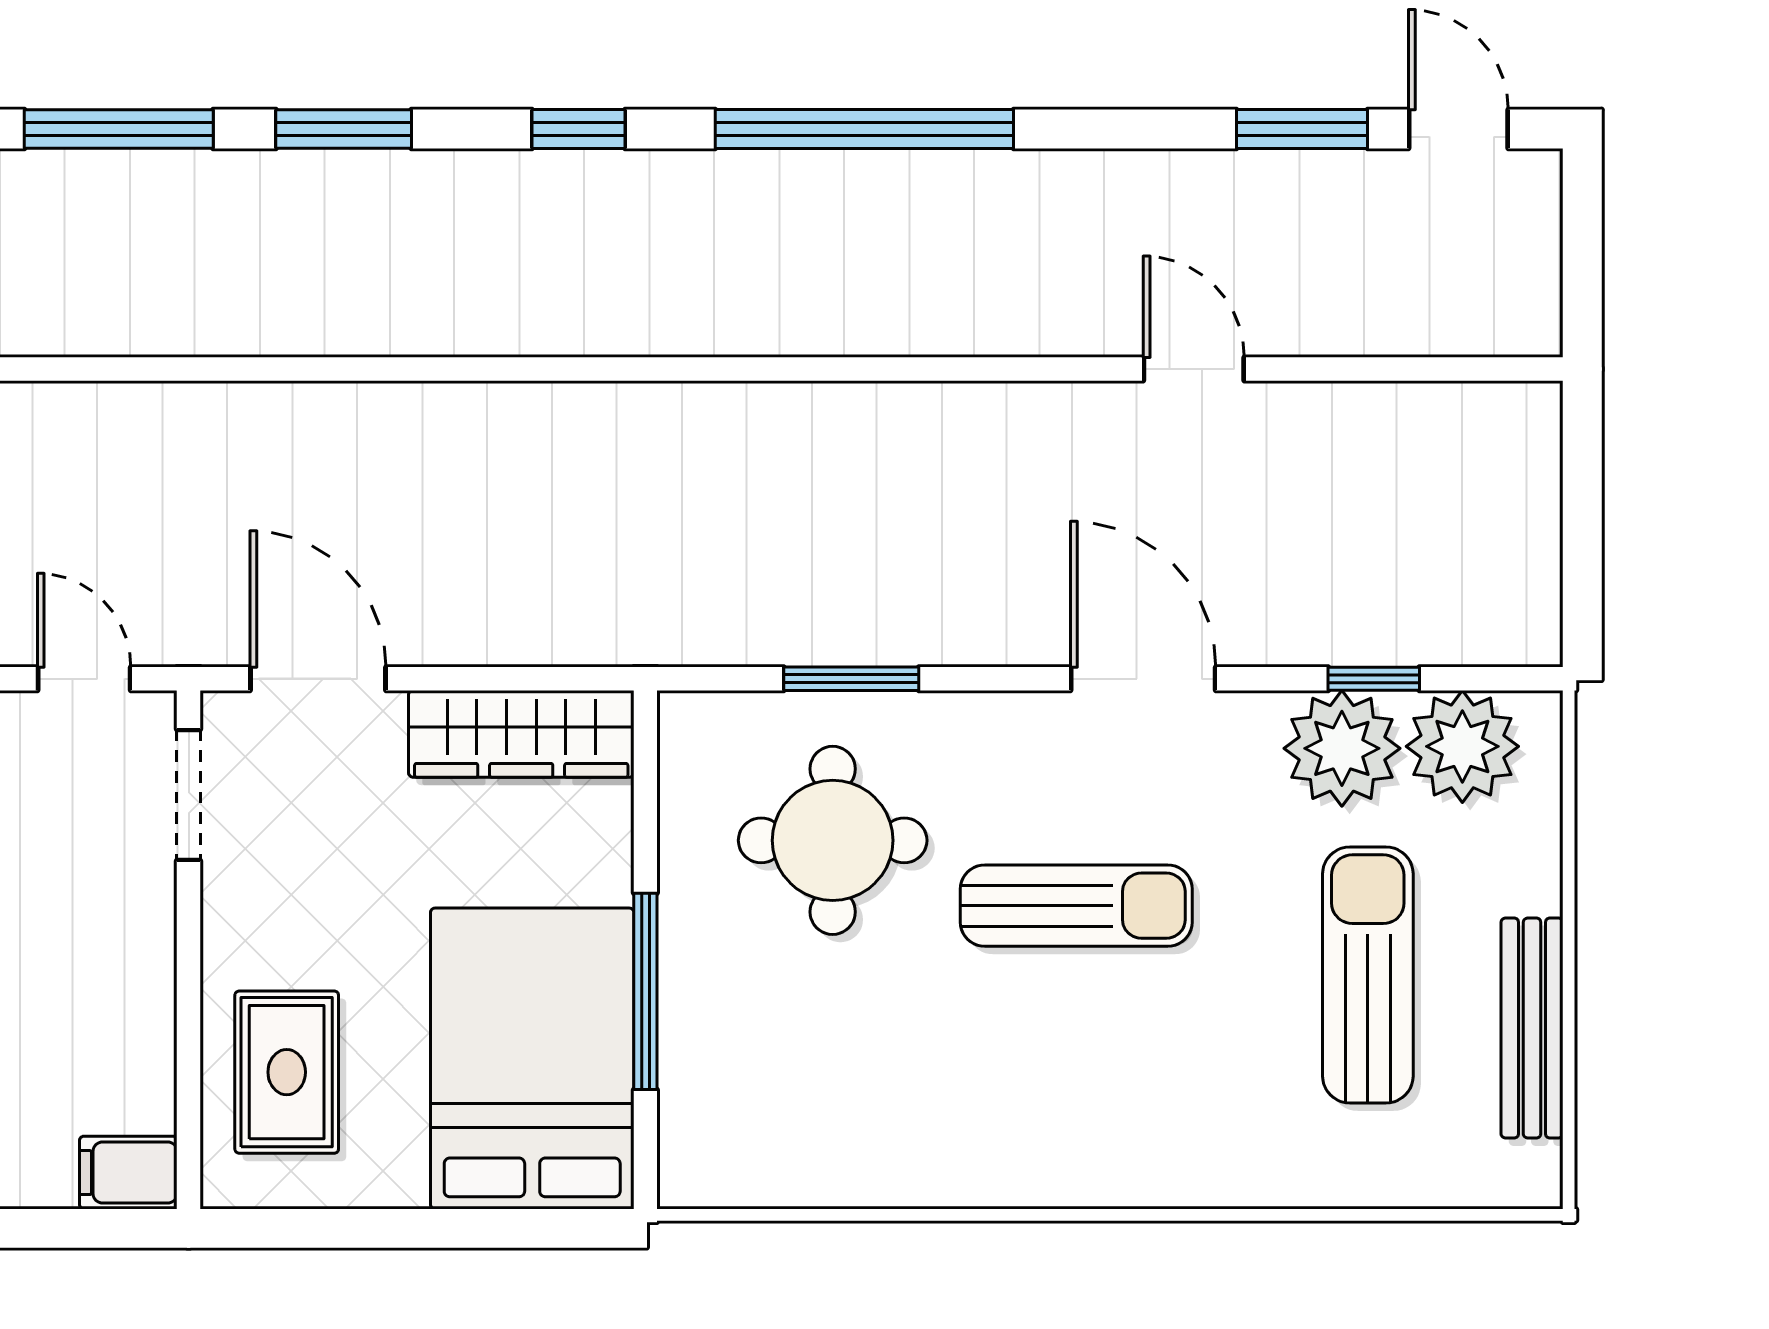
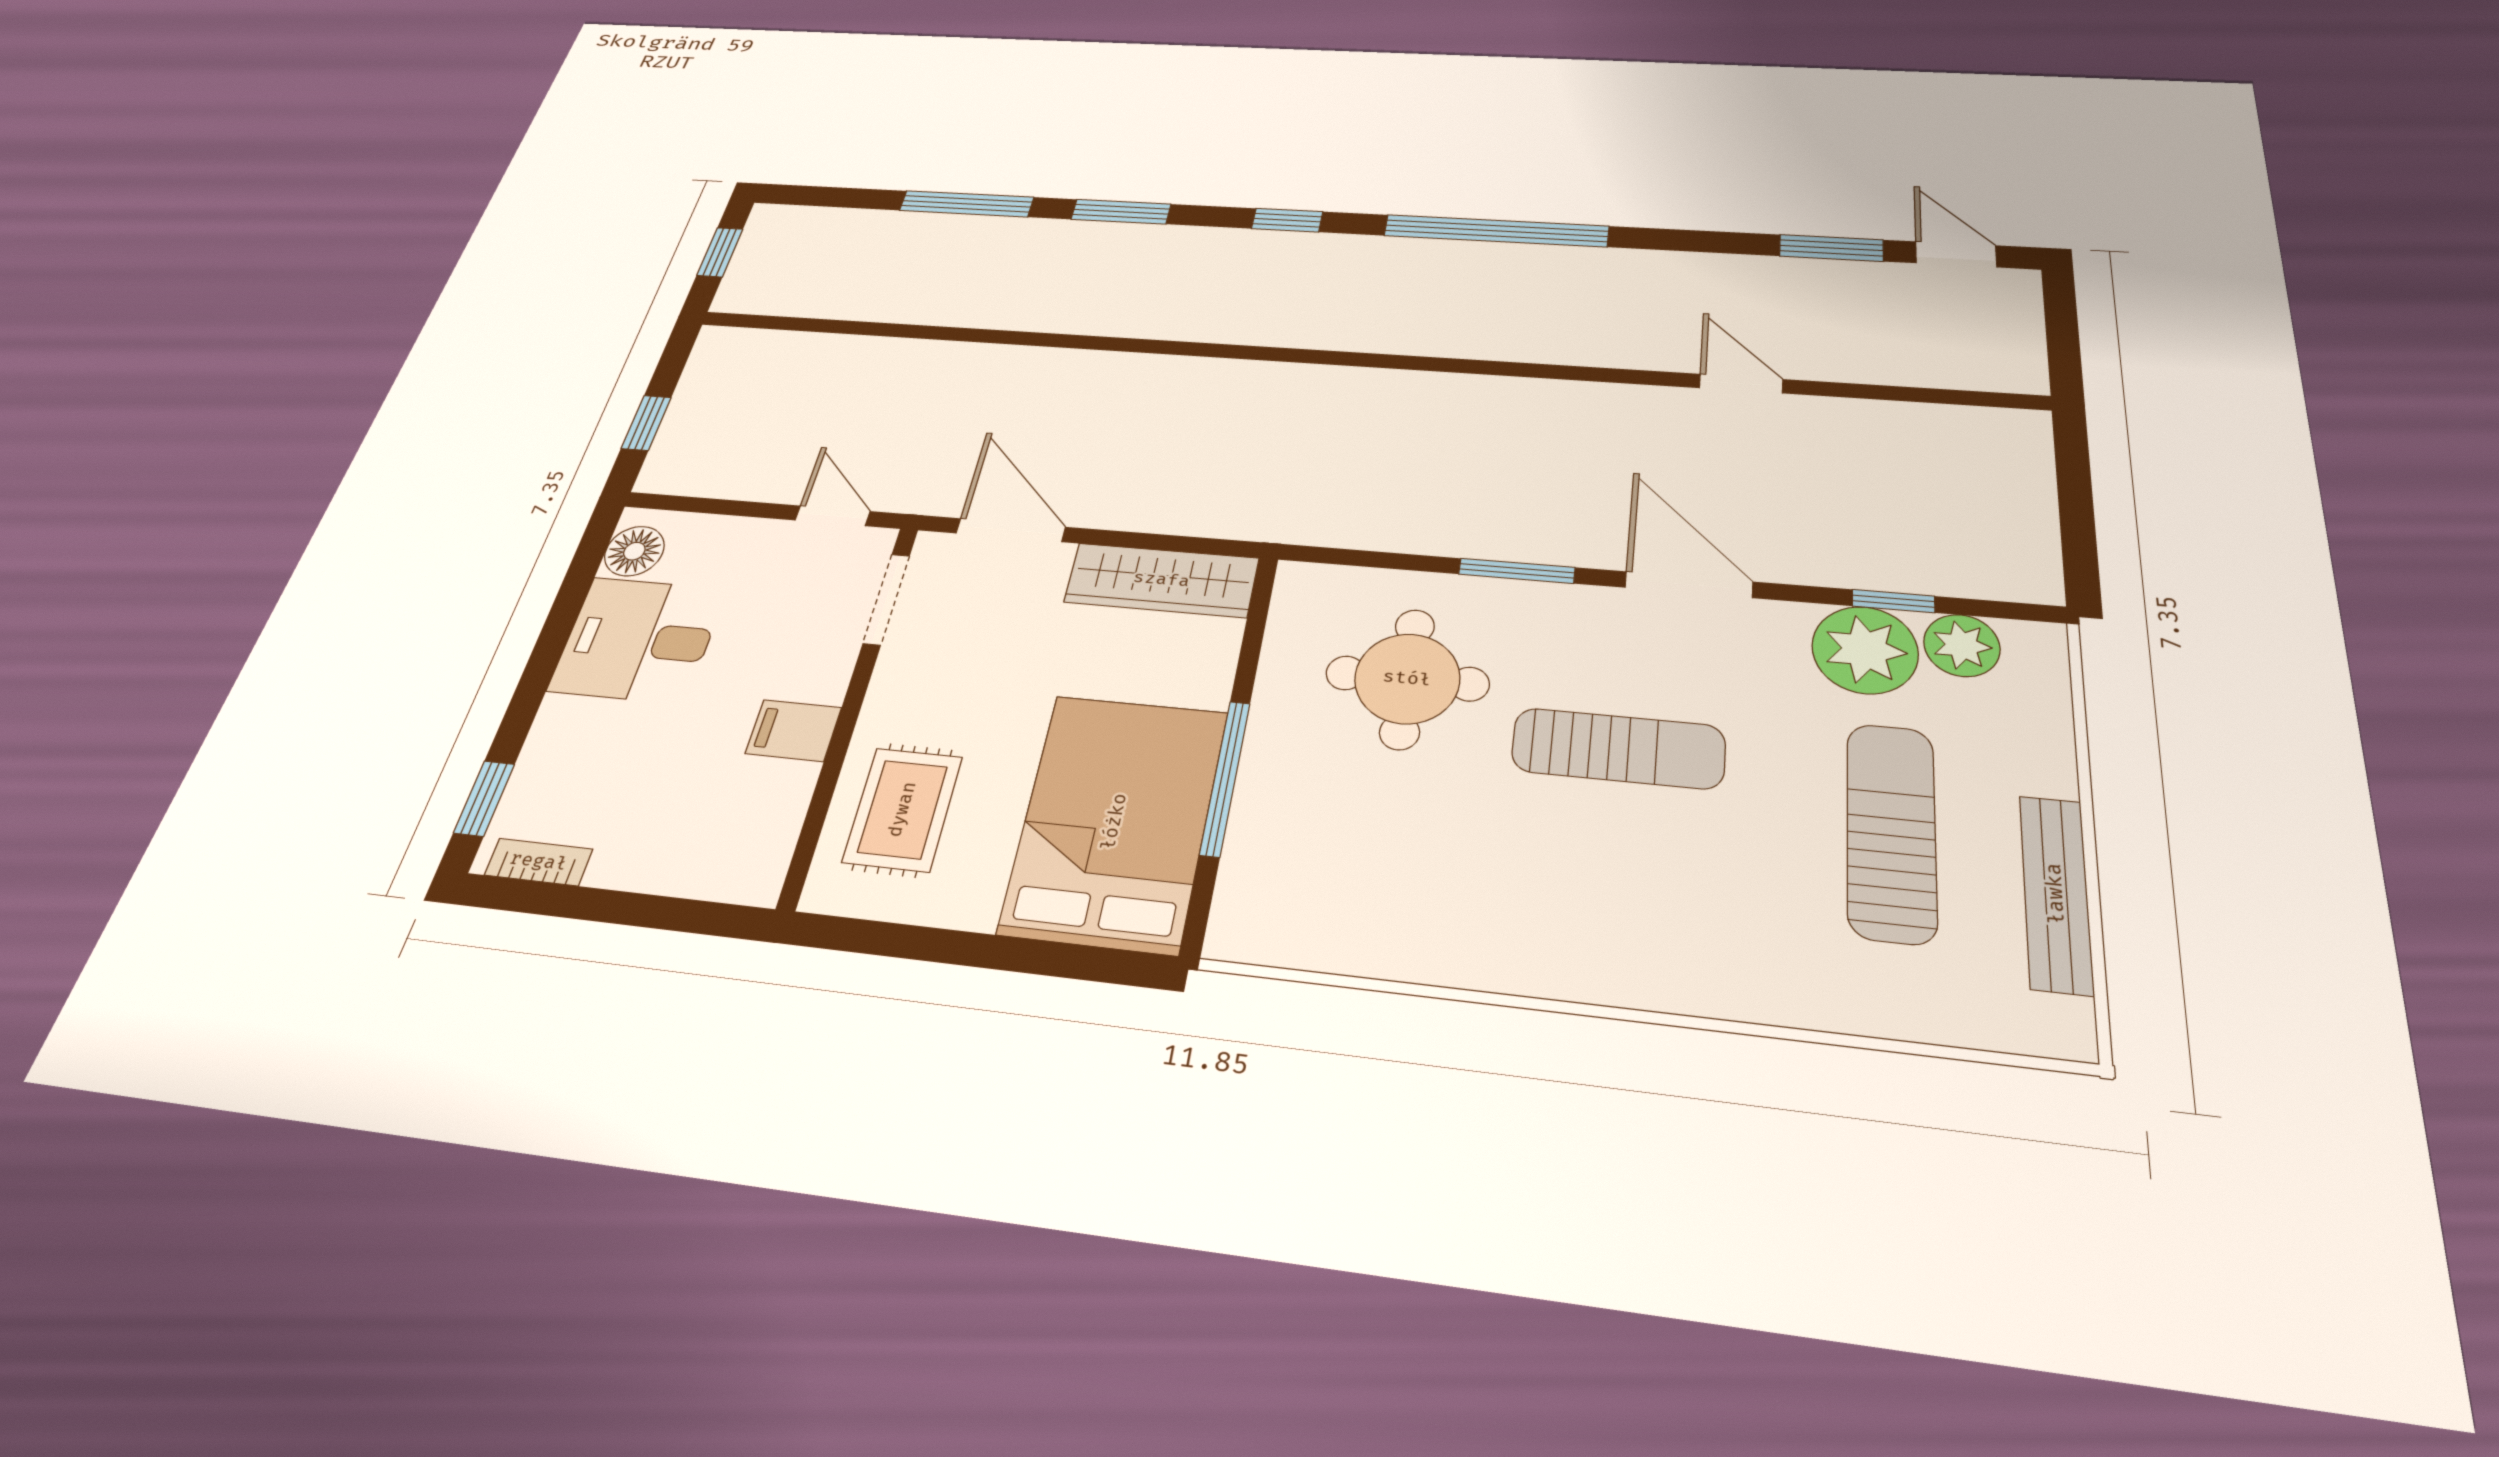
window: (851, 679) -> (1517, 571), moved
plant: (1462, 746) -> (1962, 645), width x0.73, depth x0.73
filing cabinet: (128, 1173) -> (793, 730), moved

